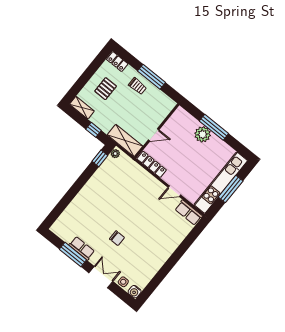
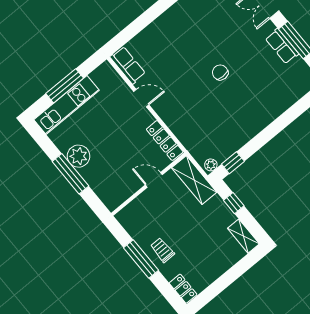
pallet: (106, 89) -> (206, 255), removed
plant: (203, 134) -> (79, 156), moved
kitchen unit: (221, 183) -> (67, 105), width x0.73
chair: (117, 238) -> (220, 72), moved

